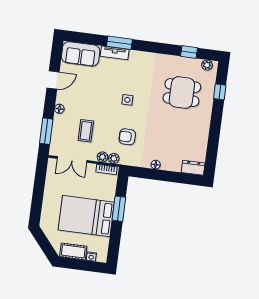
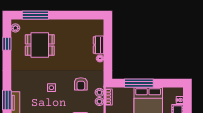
window: (220, 92) -> (35, 15), width x2.17
dining table: (182, 93) -> (40, 45), turned 90
dresser: (193, 168) -> (98, 45), moved
window: (119, 209) -> (139, 83), width x1.44

